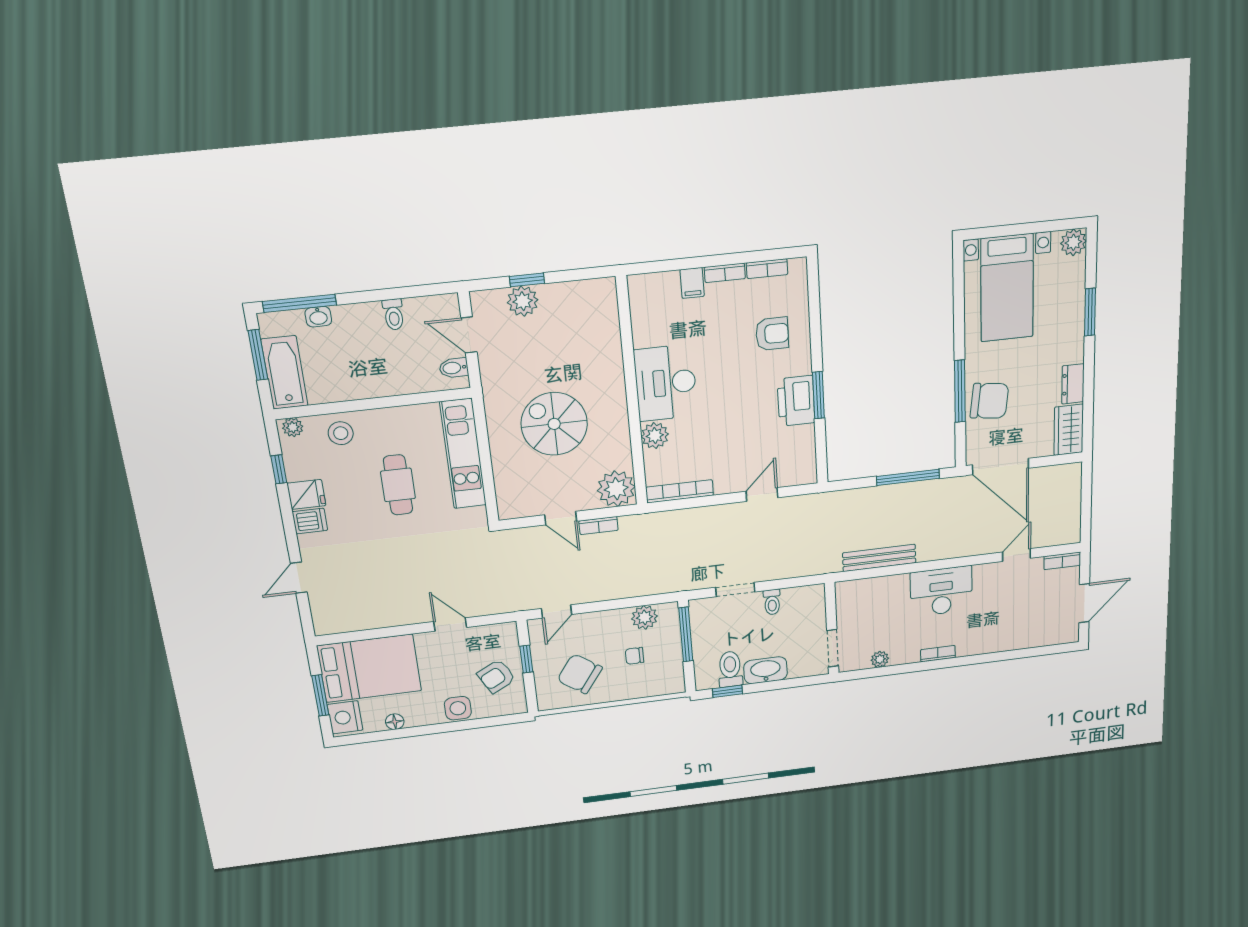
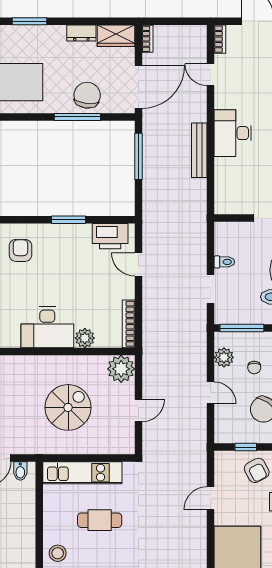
printer: (796, 401) -> (110, 236), moved
spiral stairs: (554, 424) -> (68, 407), turned 180
bookcase: (598, 526) -> (147, 39), moved
bench: (879, 558) -> (199, 150), moved
door: (556, 611) -> (211, 393), moved

